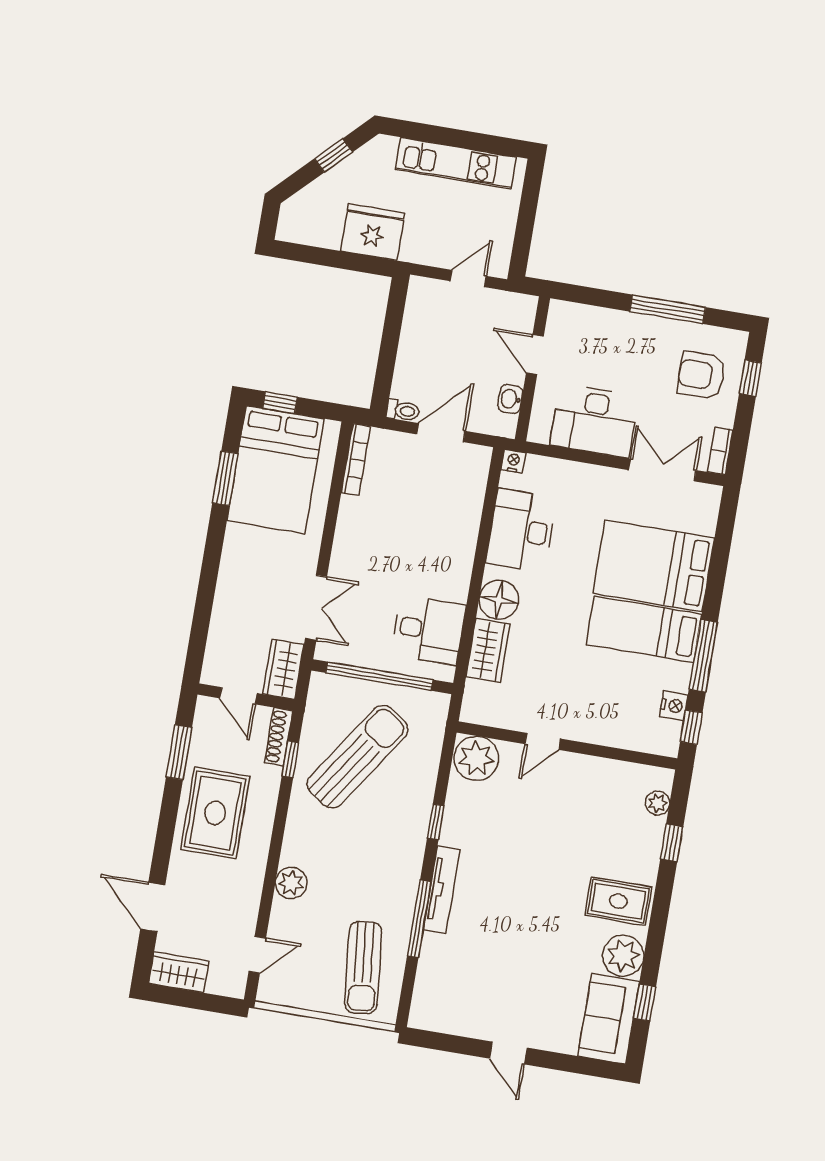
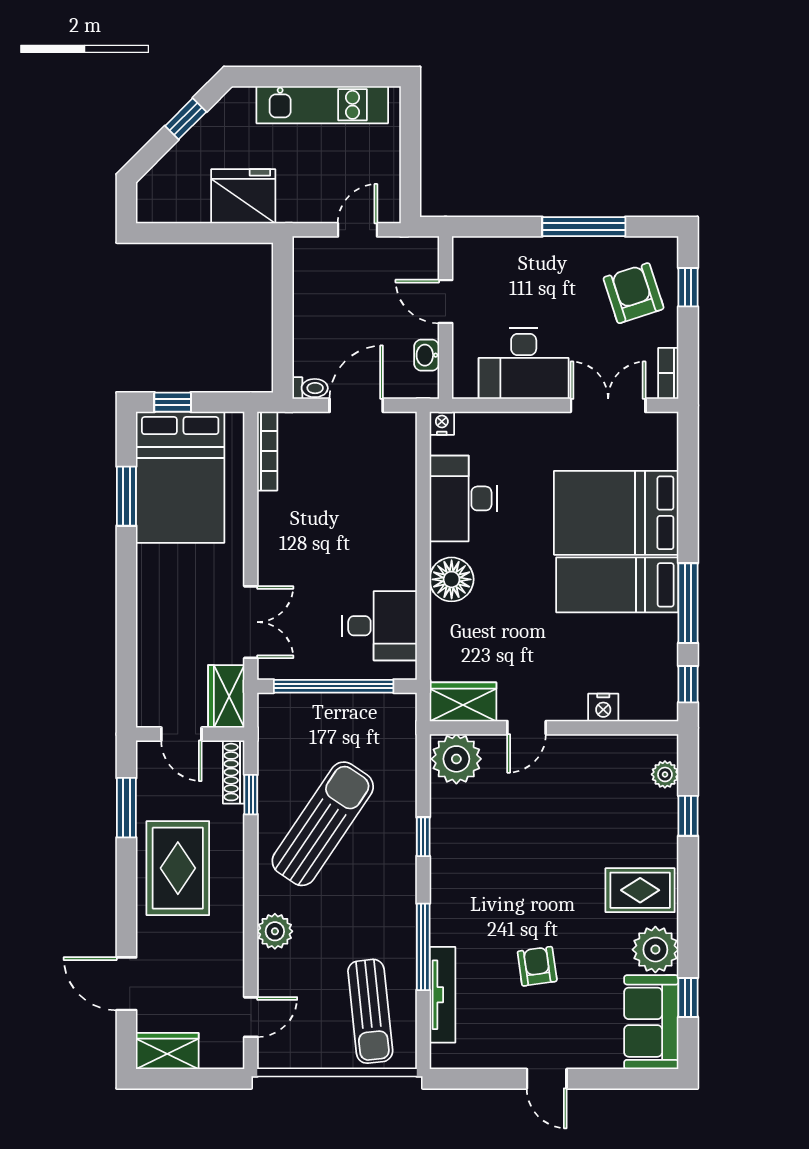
armchair: (701, 375) -> (634, 293), turned 72
wardrobe: (488, 650) -> (463, 702), moved, turned -90
nightstand: (674, 706) -> (603, 707), moved, turned 90
sun lounger: (357, 757) -> (323, 824), moved
tv unit: (442, 890) -> (442, 995), moved
armchair: (517, 953) -> (537, 966), added

